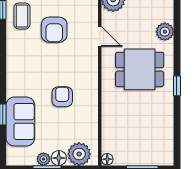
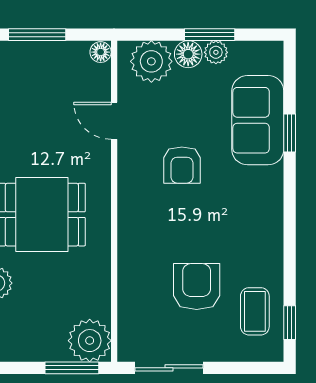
door: (100, 37) -> (114, 121), moved

